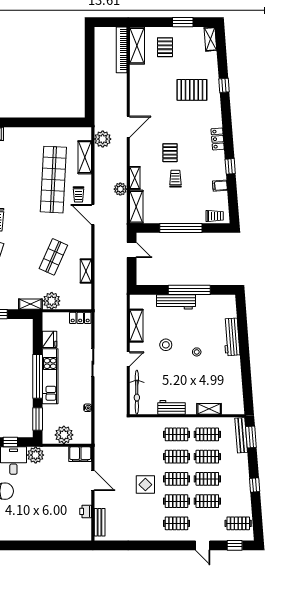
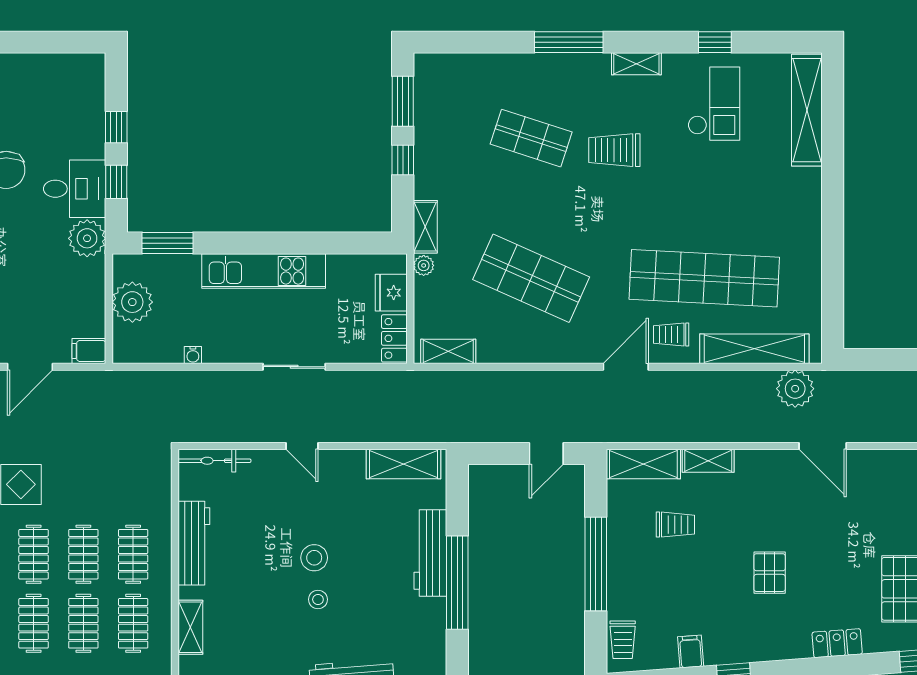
locker: (218, 139) -> (837, 643), moved
pallet: (170, 153) -> (770, 573), moved, turned 90
shelving: (85, 157) -> (754, 349), width x1.47
trolley: (175, 179) -> (675, 525), moved
plant: (120, 189) -> (683, 428), removed
shop shelf: (53, 257) -> (531, 278), width x1.43, depth x1.36
shelving: (86, 271) -> (448, 351), moved
plant: (52, 301) -> (424, 265), width x0.53, depth x0.53
shelving: (136, 326) -> (404, 464), moved
fridge: (49, 339) -> (391, 293), moved, turned 90
stool: (166, 345) -> (314, 558), moved
window: (38, 376) -> (263, 243), removed
bicycle: (137, 392) -> (214, 461), width x0.73, depth x0.71
workbench: (172, 407) -> (194, 543), width x1.37
filing cabinet: (80, 454) -> (89, 351), width x0.50

